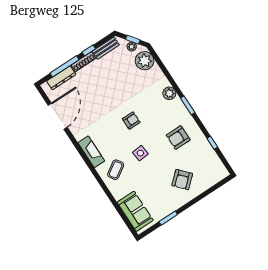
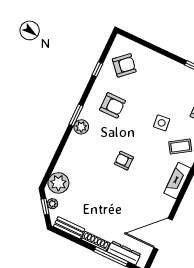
window: (89, 50) -> (81, 243), removed
plant: (169, 93) -> (81, 127), moved
side table: (140, 153) -> (162, 123), moved
armchair: (182, 180) -> (124, 65), moved

